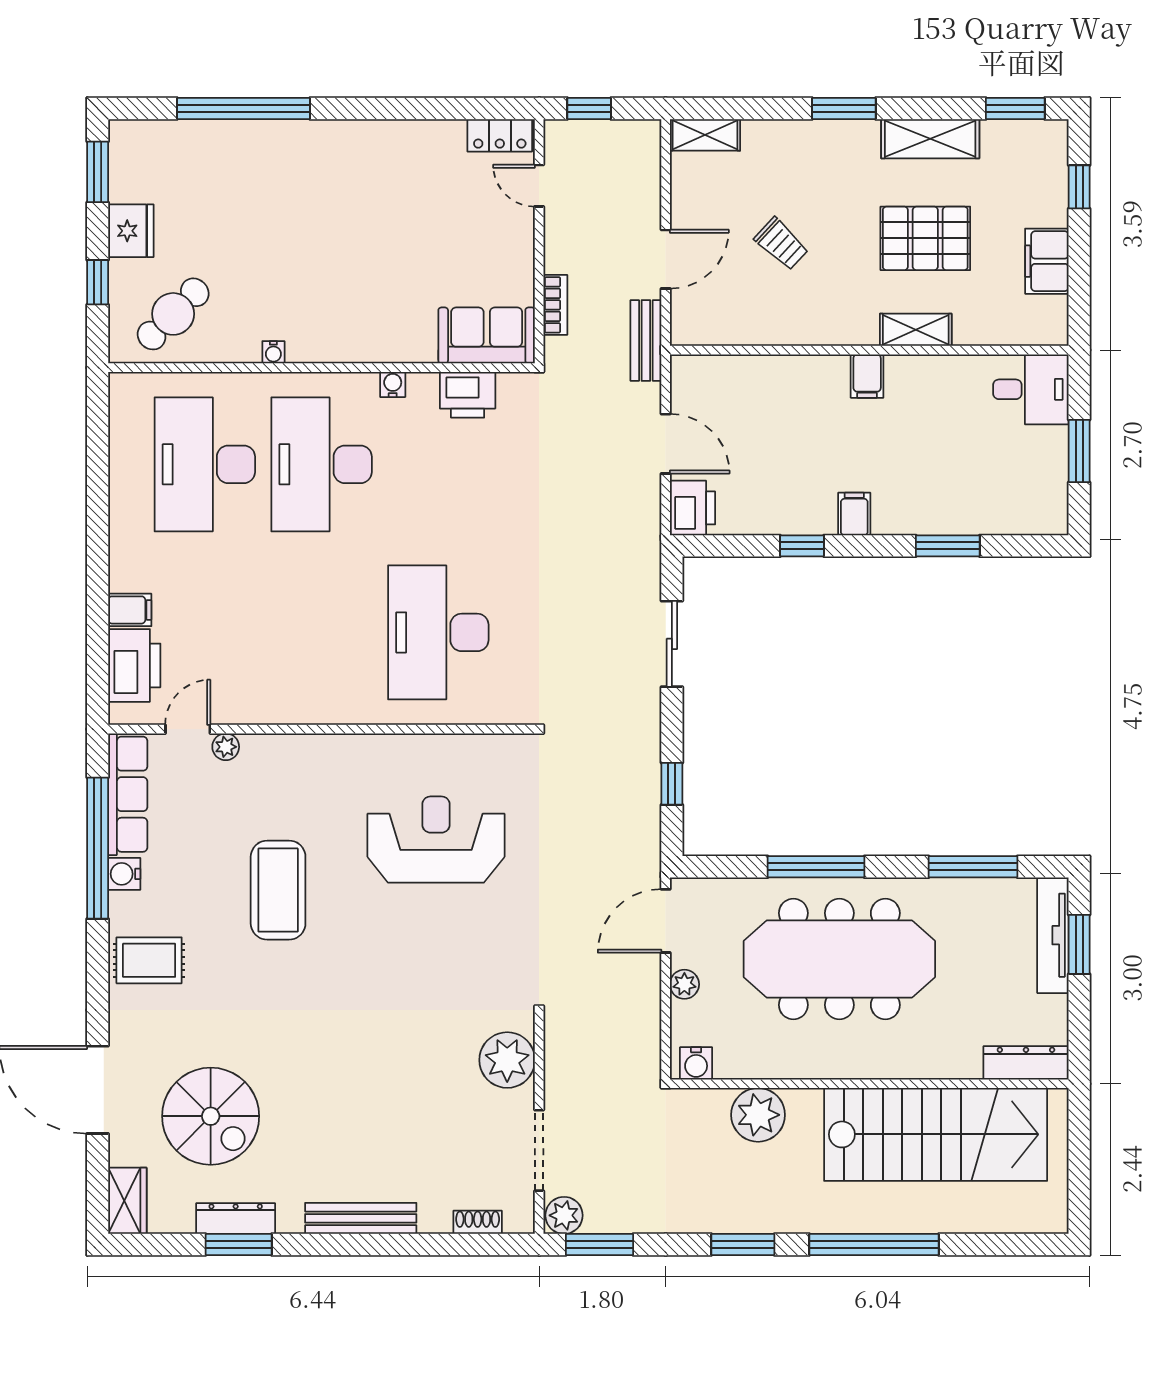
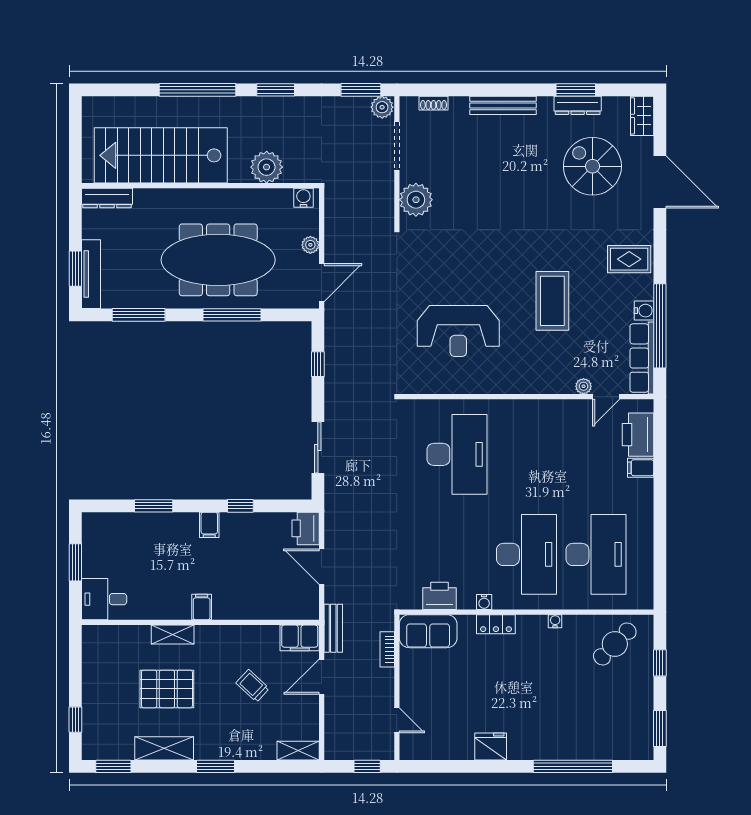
locker: (500, 135) -> (496, 624), moved, turned 180
fridge: (131, 231) -> (491, 746), moved, turned 90
filing cabinet: (1047, 261) -> (300, 638), moved, turned 90

